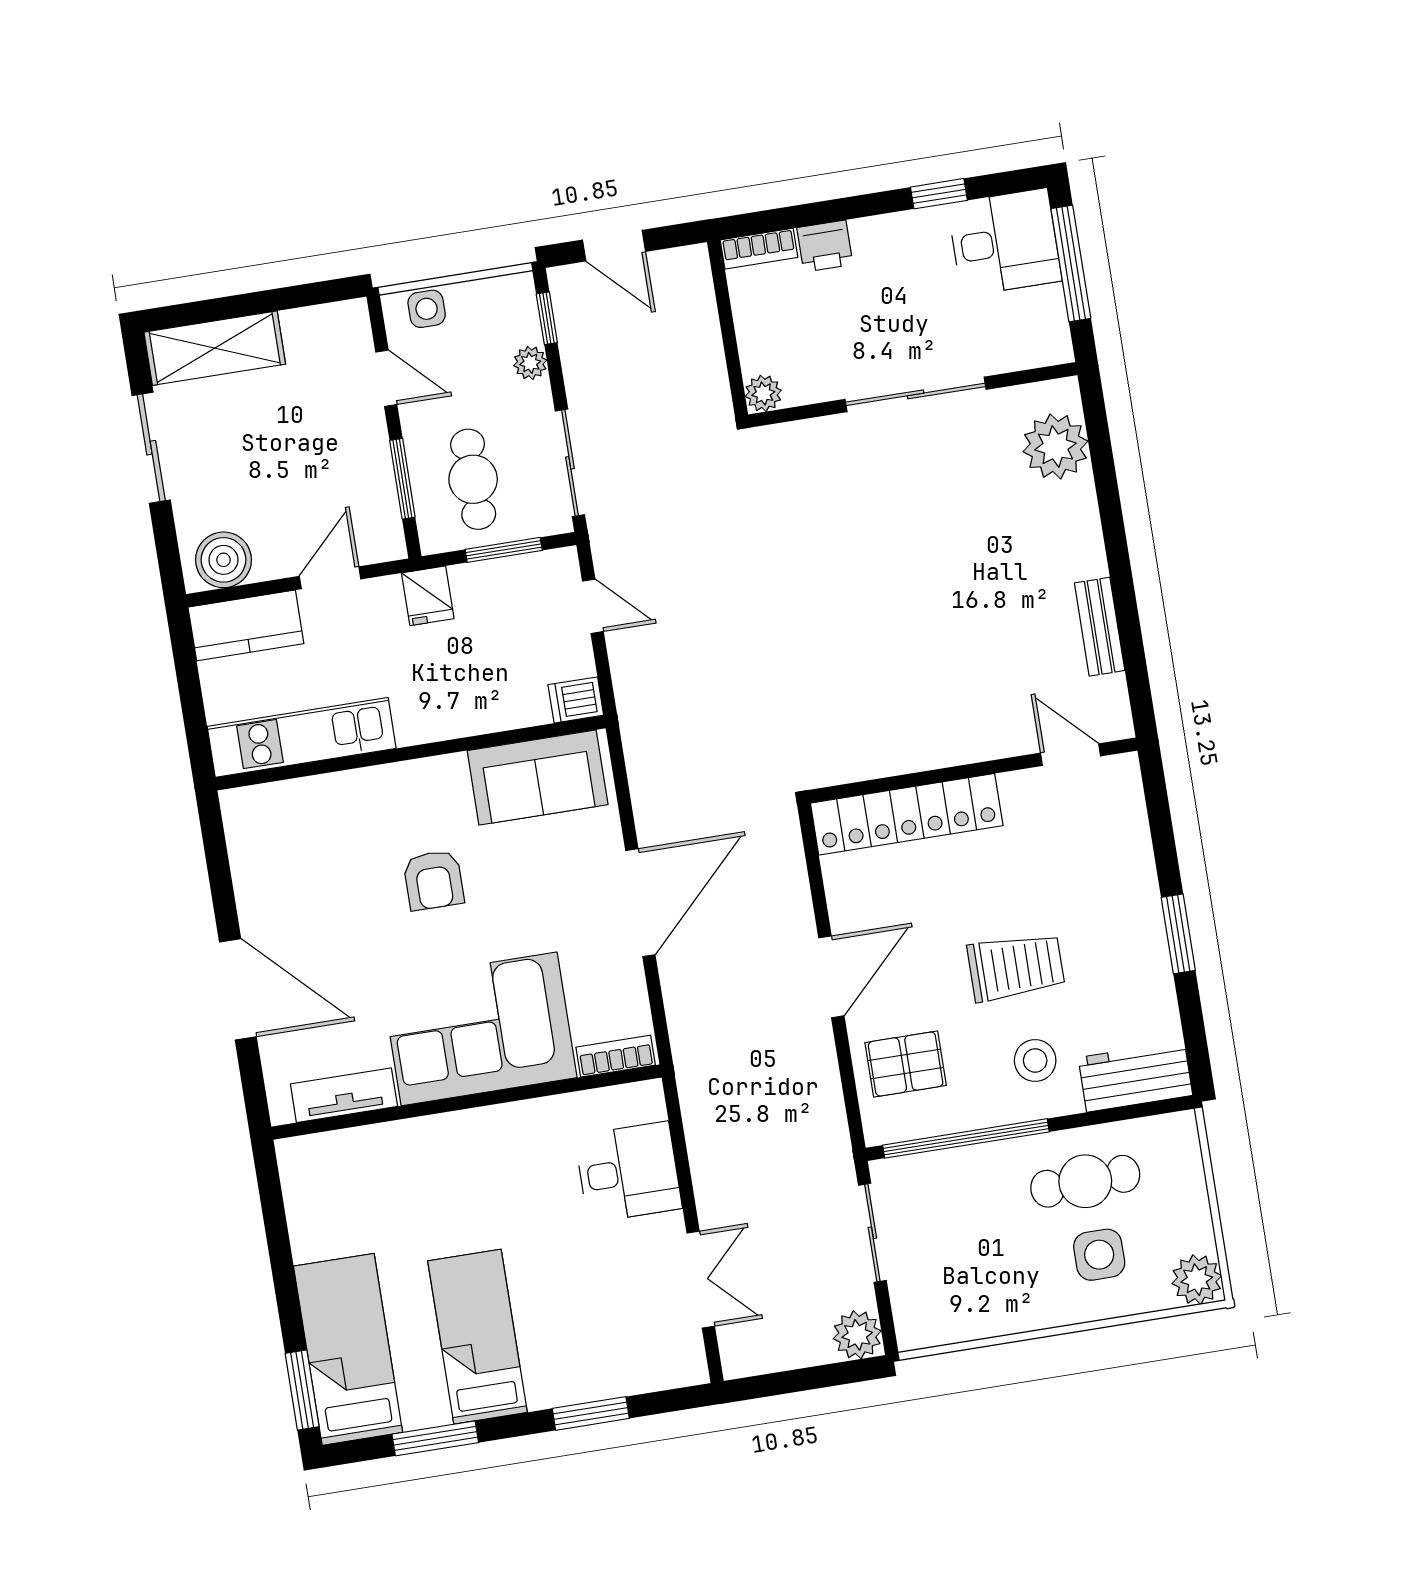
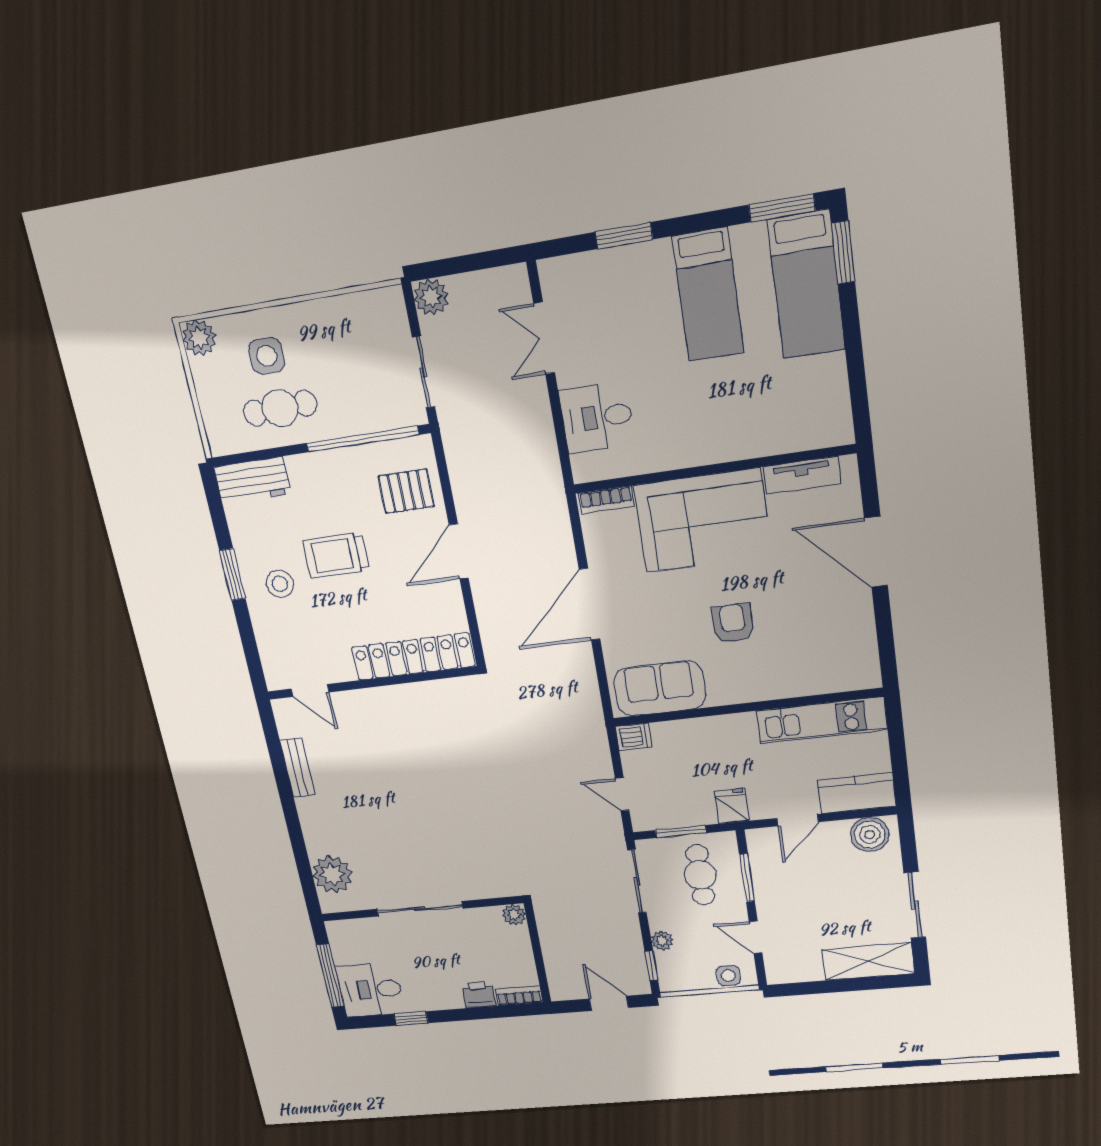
stool: (1035, 1060) -> (280, 584), moved
window: (435, 1438) -> (782, 208), moved

